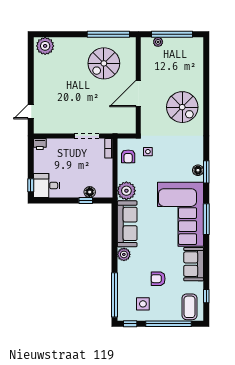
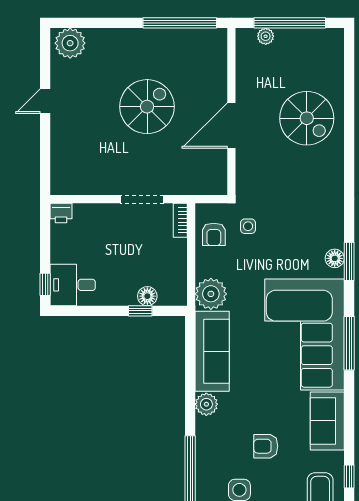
spiral stairs: (104, 63) -> (147, 107), moved, turned 180
spiral stairs: (182, 107) -> (307, 118), moved
door: (31, 112) -> (45, 101), moved

